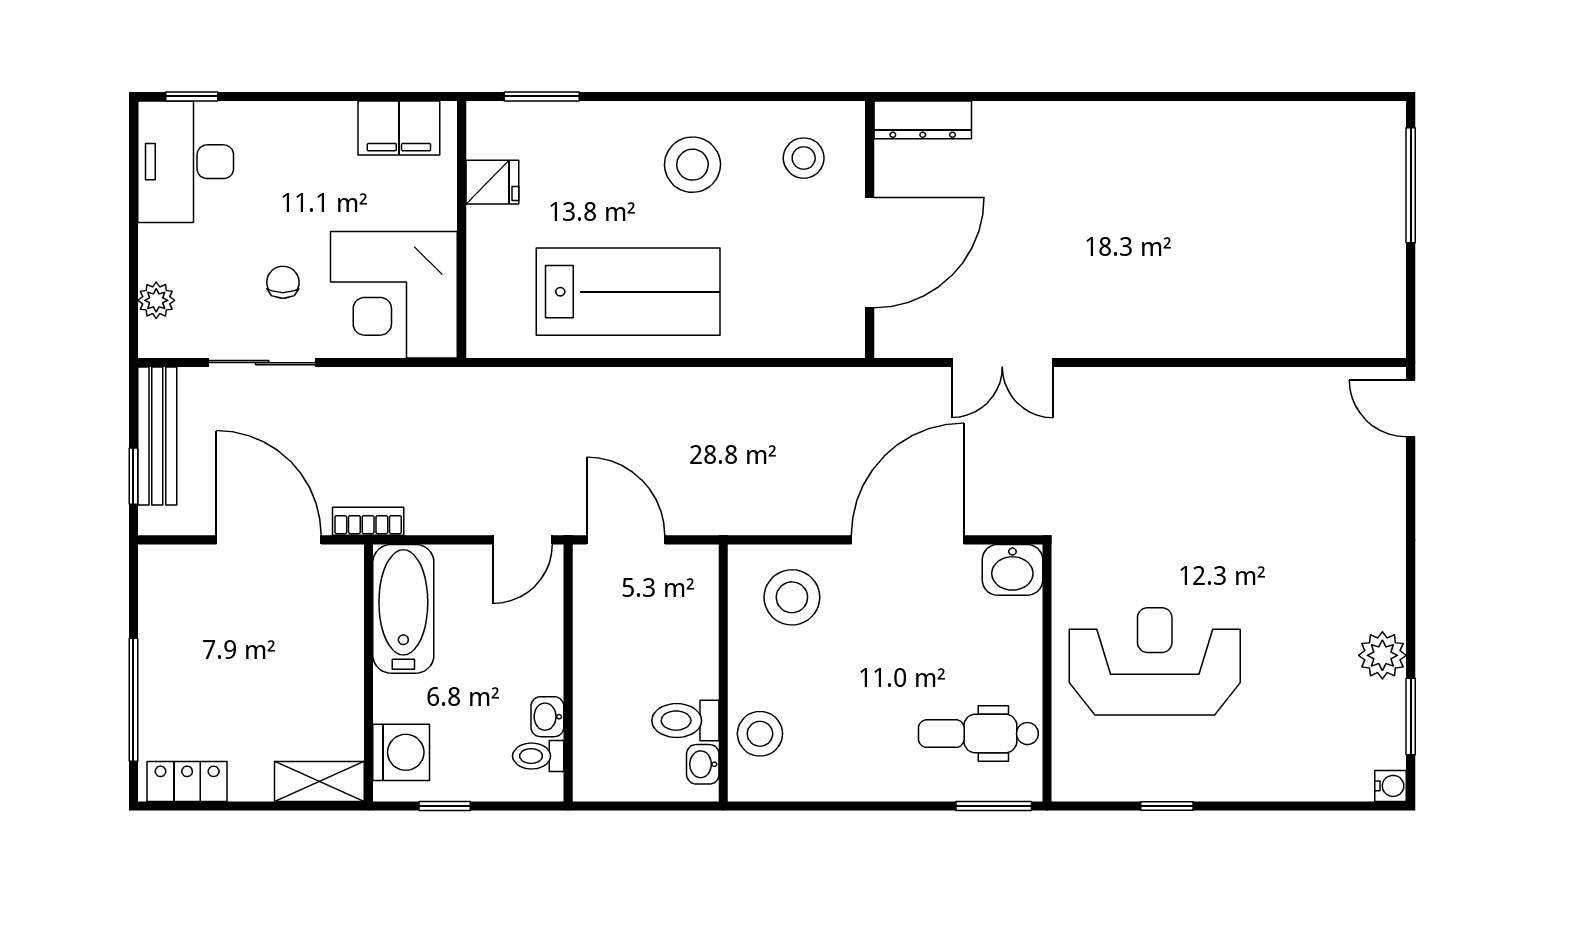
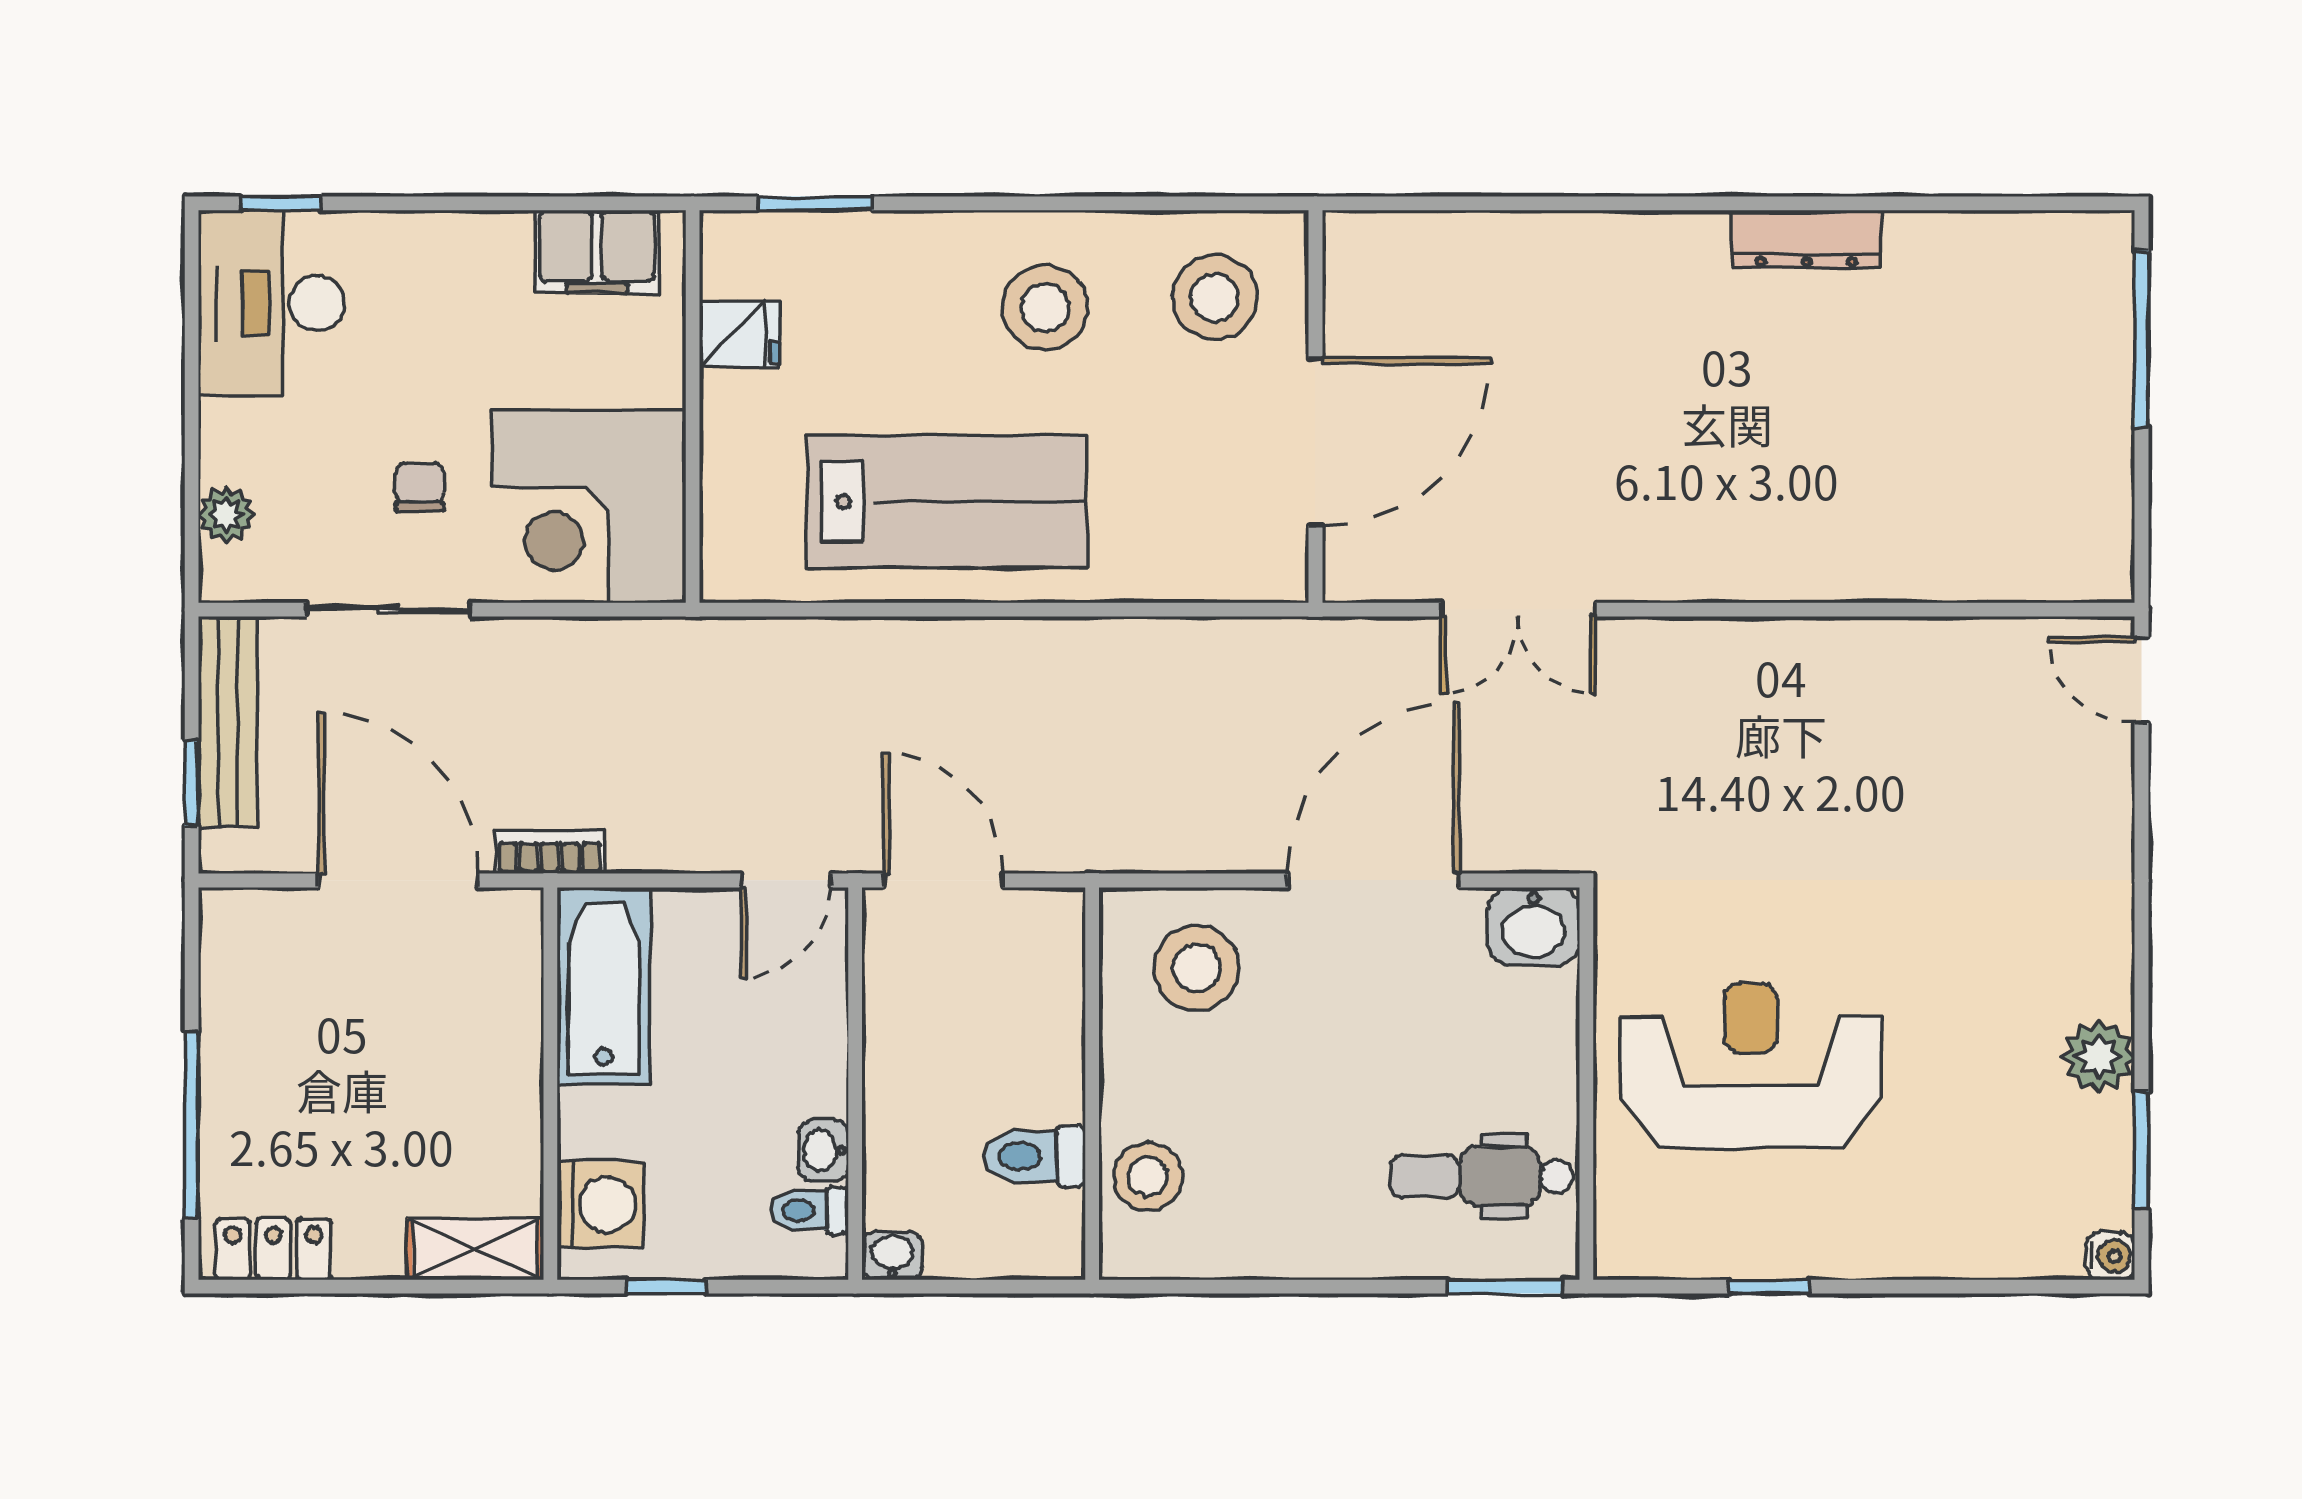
dresser: (923, 120) -> (1807, 239), moved
stool: (804, 158) -> (1215, 297), width x1.38, depth x1.38
washbasin: (703, 764) -> (892, 1255), moved, turned 90

